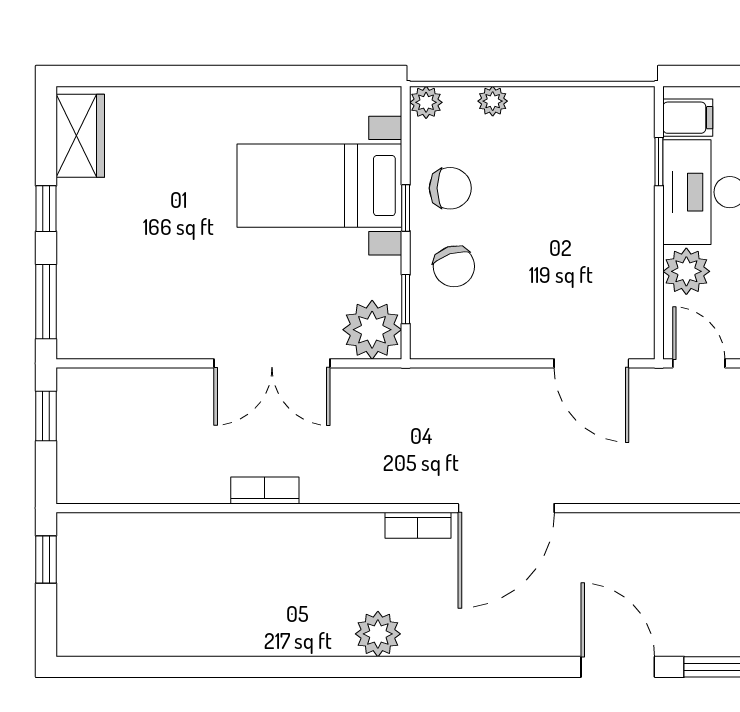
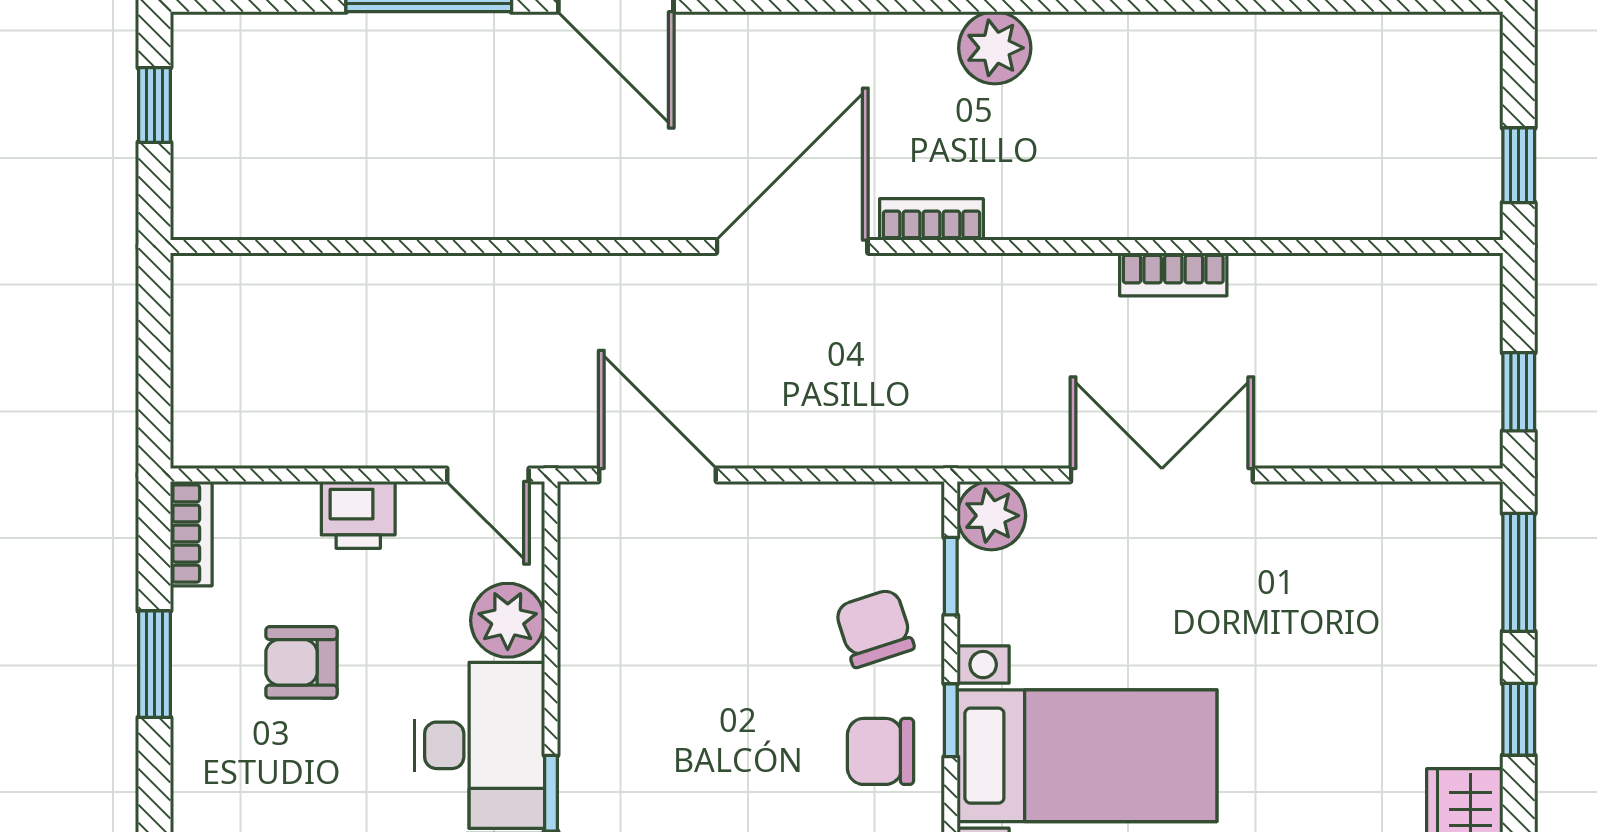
plant: (372, 330) -> (991, 516), width x0.73, depth x0.73

